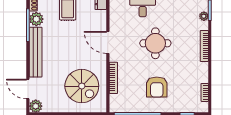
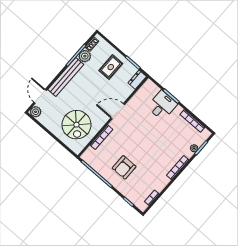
door: (108, 42) -> (118, 111), hinge flipped
round table: (155, 43) -> (148, 138), removed

